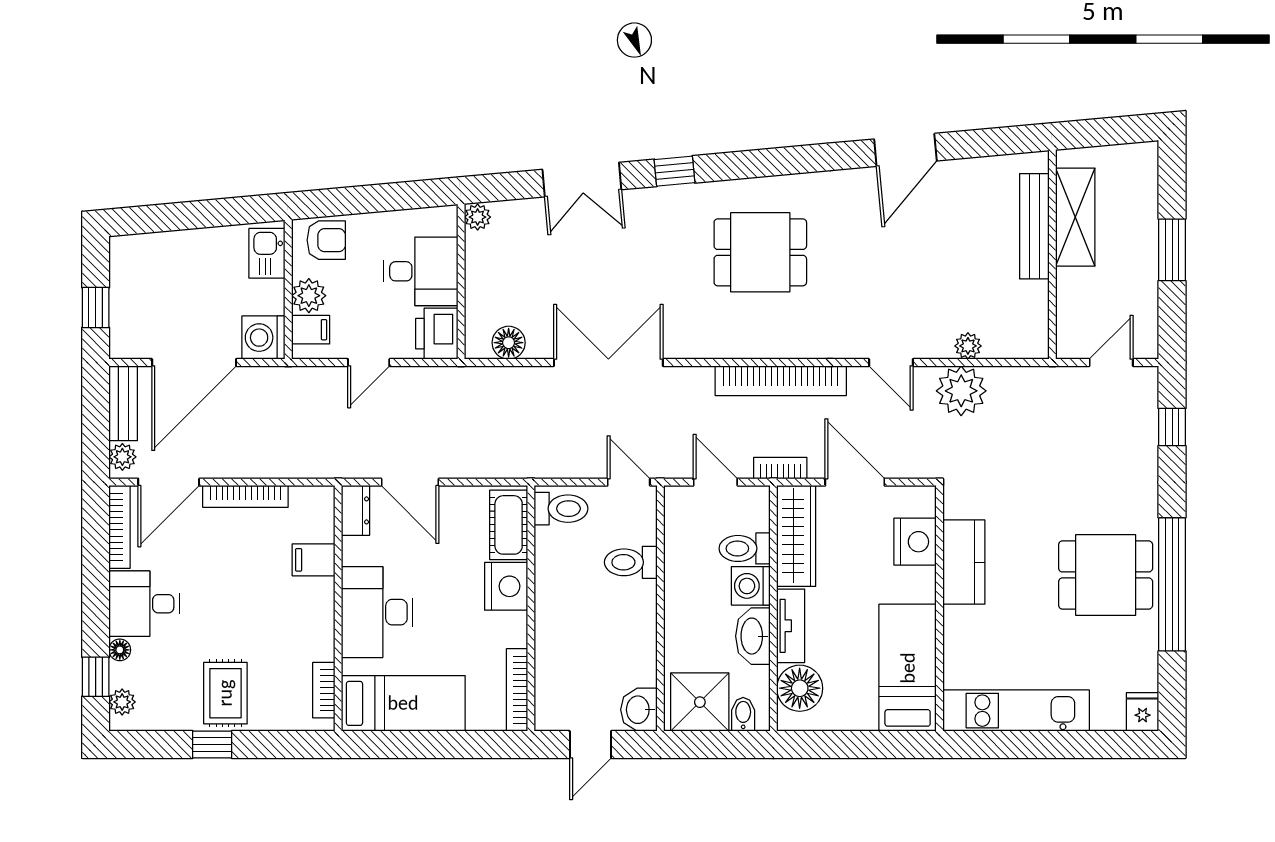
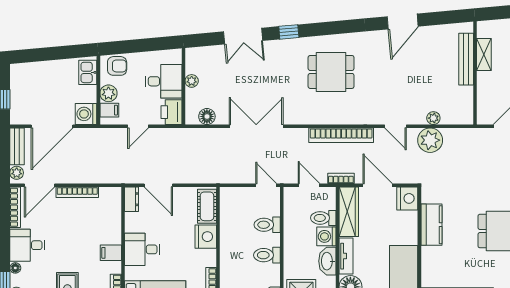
plant: (478, 217) -> (192, 81), moved
shelving: (1075, 217) -> (484, 55), width x0.67, depth x0.75
toilet: (561, 509) -> (267, 255), moved, turned 180
nightstand: (915, 542) -> (407, 198), moved
filing cabinet: (314, 560) -> (111, 253), moved
desk: (377, 612) -> (142, 249), width x0.73

